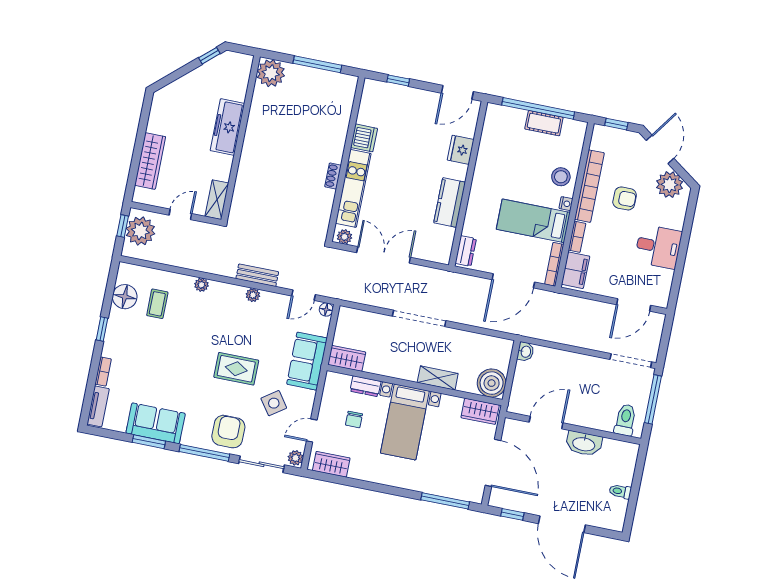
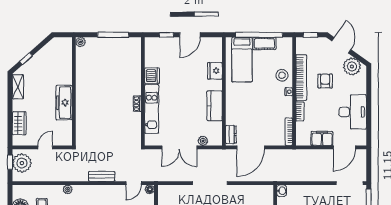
window: (209, 56) -> (26, 59), moved
plant: (271, 73) -> (80, 42), width x0.53, depth x0.53
door: (457, 92) -> (190, 35), moved
freezer: (227, 127) -> (64, 103), moved
wardrobe: (150, 161) -> (19, 123), width x0.67
armchair: (625, 198) -> (325, 81), turned -90
shelving: (217, 200) -> (18, 87), moved
bed: (533, 221) -> (242, 60), moved, turned -90
plant: (344, 237) -> (203, 141), moved
desk: (658, 247) -> (353, 112), width x1.37
double door: (384, 255) -> (179, 147), swing flipped
filing cabinet: (576, 270) -> (322, 138), moved, turned -90
door: (513, 281) -> (251, 147), moved
plant: (253, 295) -> (102, 189), removed

